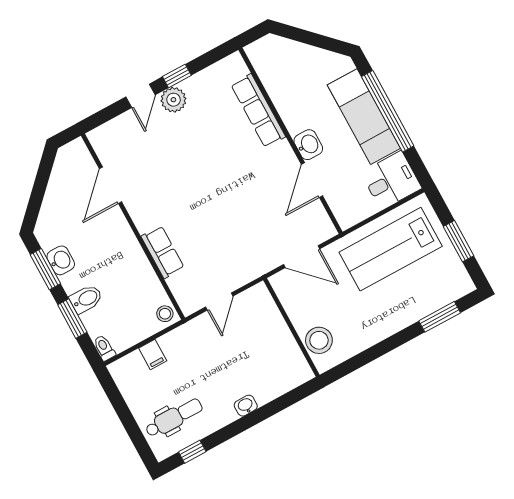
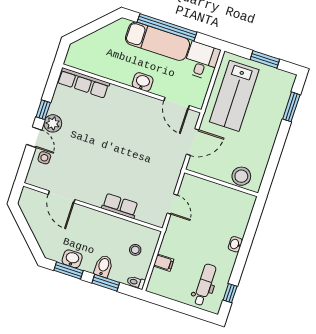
row of seats: (258, 111) -> (83, 83), moved
side table: (131, 127) -> (44, 158), added
door: (312, 180) -> (177, 103), moved
stool: (165, 314) -> (135, 250), moved

